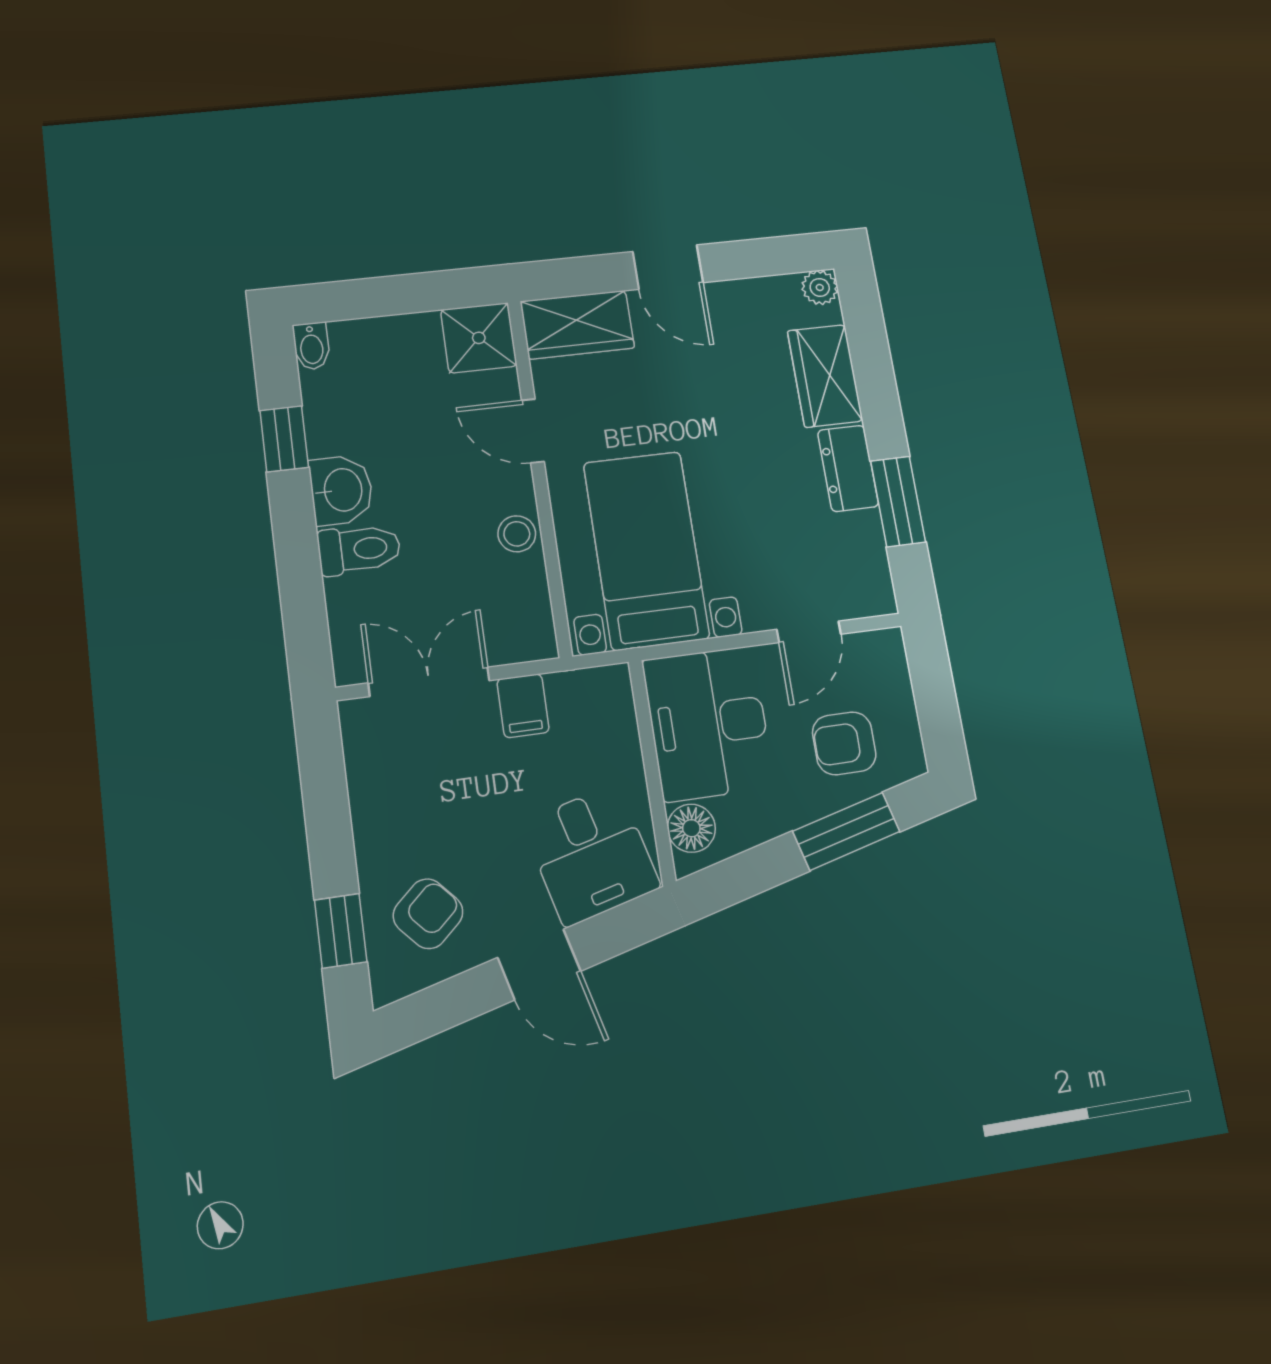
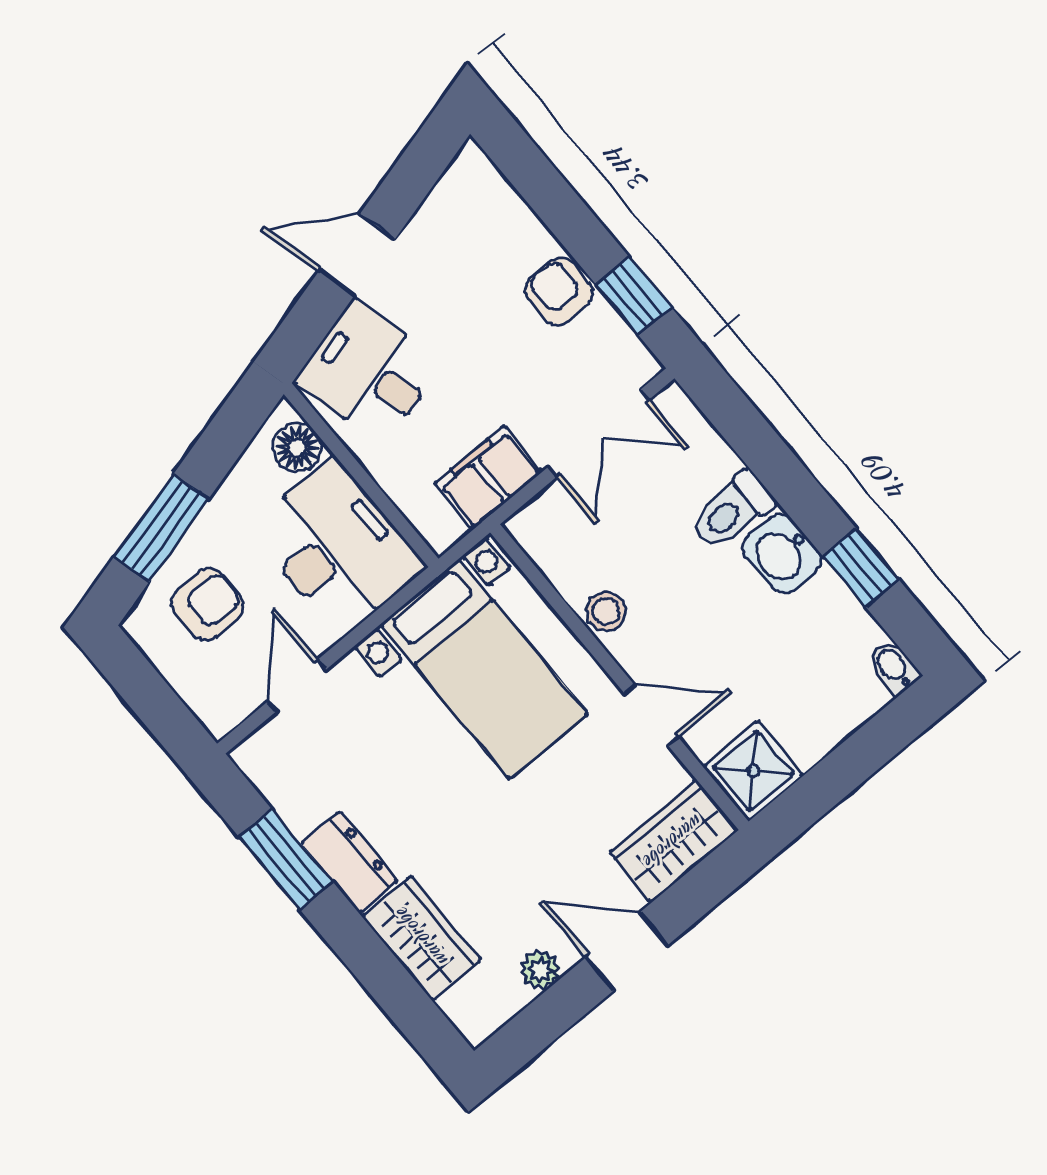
plant: (820, 287) -> (540, 970), moved
filing cabinet: (523, 706) -> (488, 478), width x2.00
armchair: (428, 914) -> (559, 292), moved, turned 132
window: (341, 931) -> (633, 296), moved

